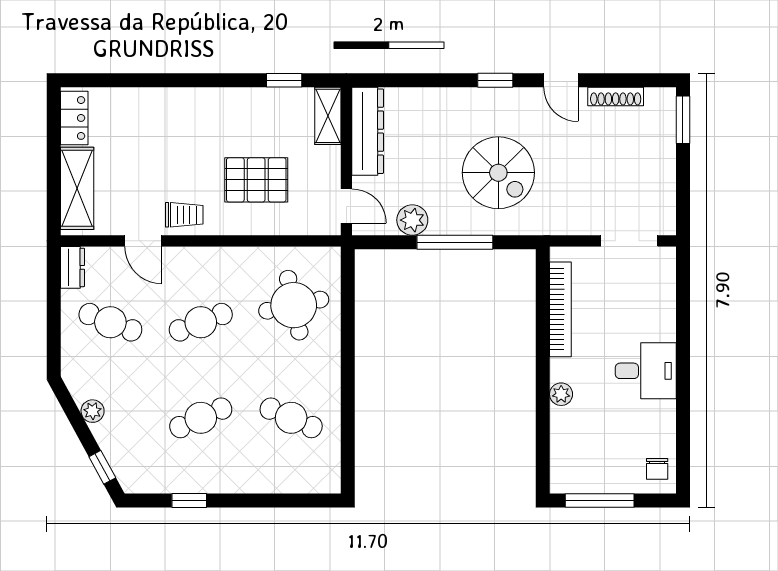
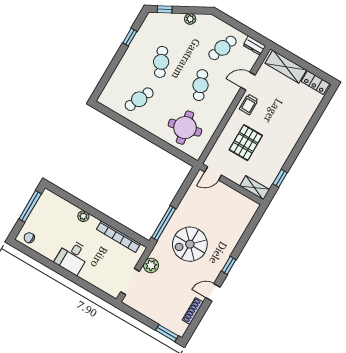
dresser: (368, 131) -> (239, 200), removed
plant: (412, 220) -> (151, 265), moved
window: (455, 242) -> (164, 223), moved

